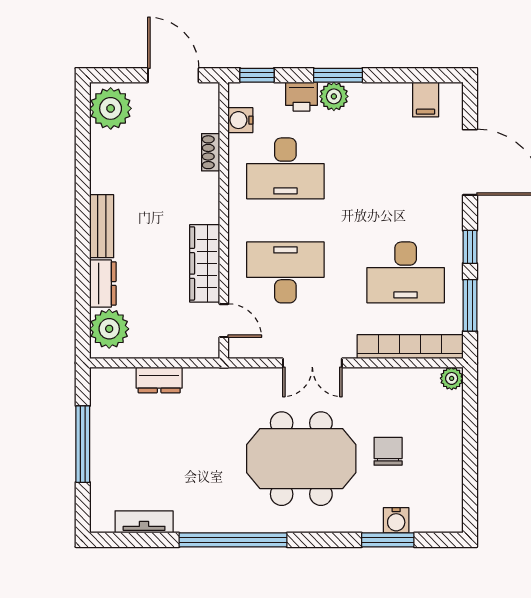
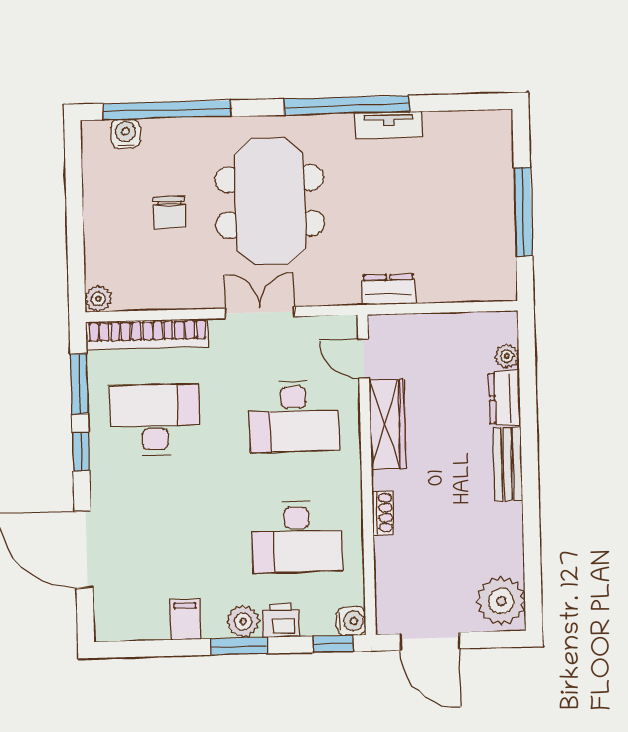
filing cabinet: (426, 99) -> (185, 619), moved
water cooler: (240, 120) -> (351, 621), moved
shoe rack: (211, 152) -> (383, 513), moved
desk: (285, 168) -> (297, 537), turned 180
plant: (109, 329) -> (507, 356), width x0.53, depth x0.53
dresser: (159, 380) -> (389, 289), moved
meeting table: (301, 459) -> (270, 201), turned 90
water cooler: (396, 520) -> (125, 134), moved
tv unit: (144, 522) -> (389, 125), moved
window: (388, 540) -> (167, 110), width x2.11

